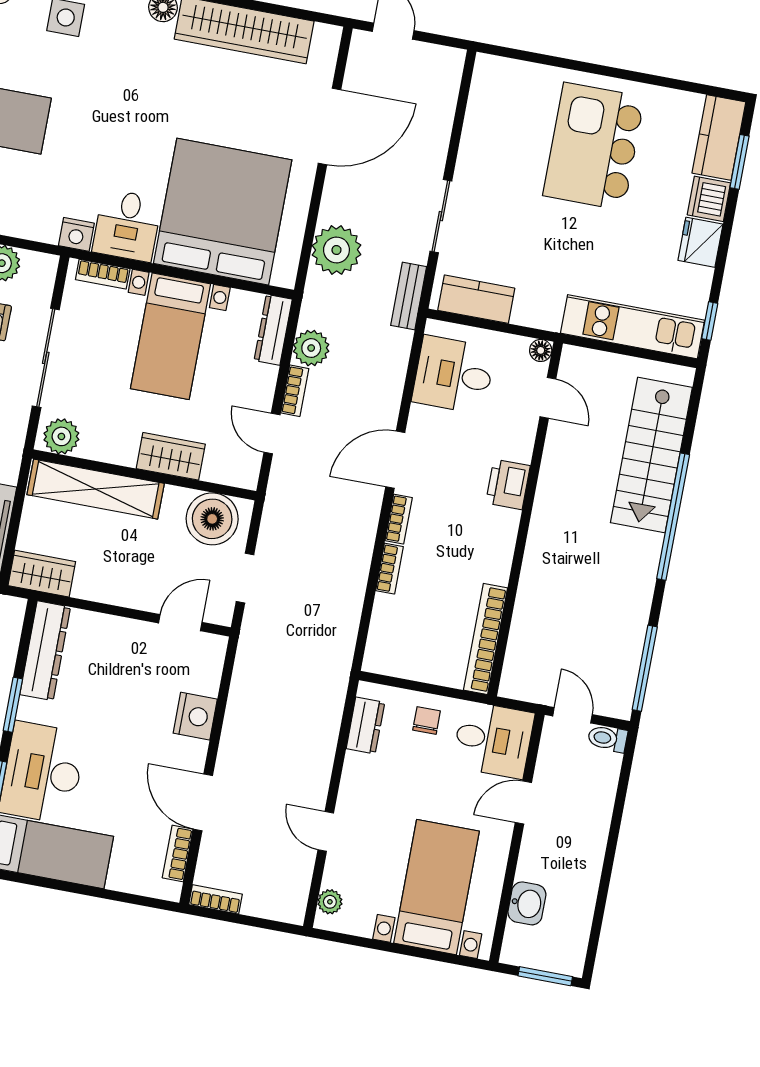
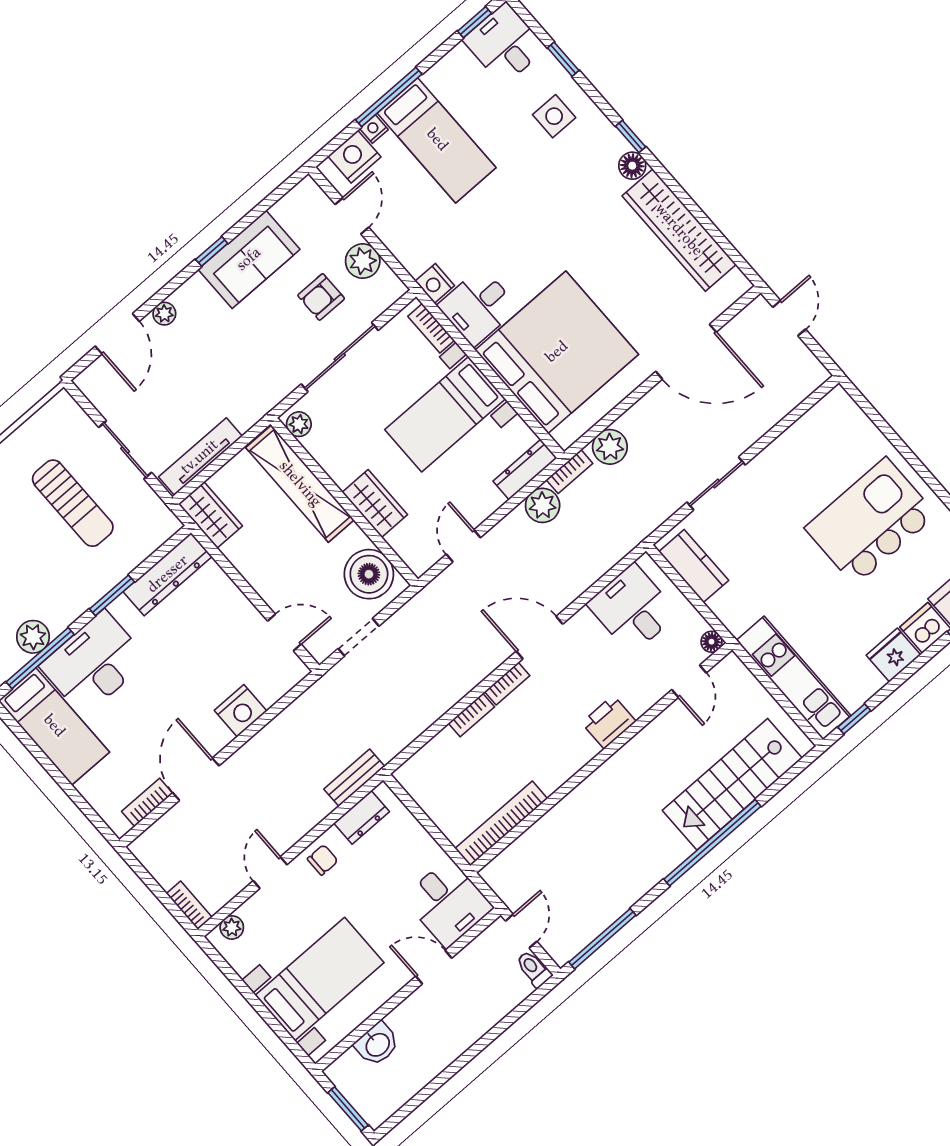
plant: (336, 250) -> (610, 447), width x0.73, depth x0.73
bench: (409, 296) -> (354, 778), moved
bookcase: (295, 391) -> (569, 472), moved
plant: (61, 436) -> (299, 424), width x0.73, depth x0.73
chair: (427, 721) -> (323, 860), moved
bookcase: (215, 899) -> (189, 905), moved

